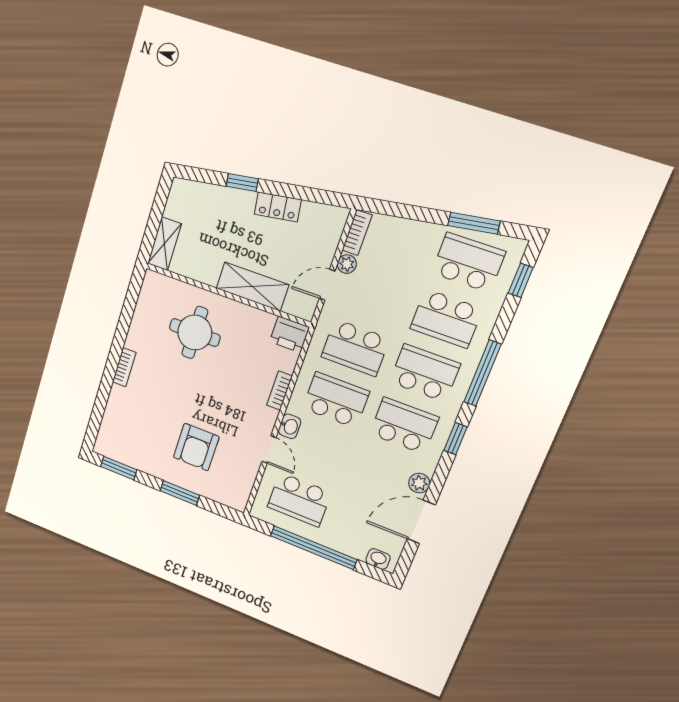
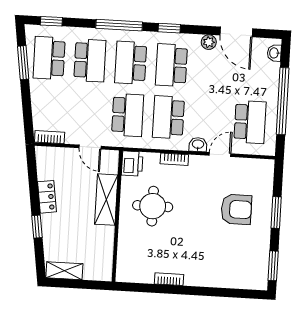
shelving: (164, 244) -> (64, 271), moved
plant: (347, 264) -> (72, 138), removed
round table: (195, 333) -> (153, 206), moved
bookcase: (124, 367) -> (169, 279), moved

